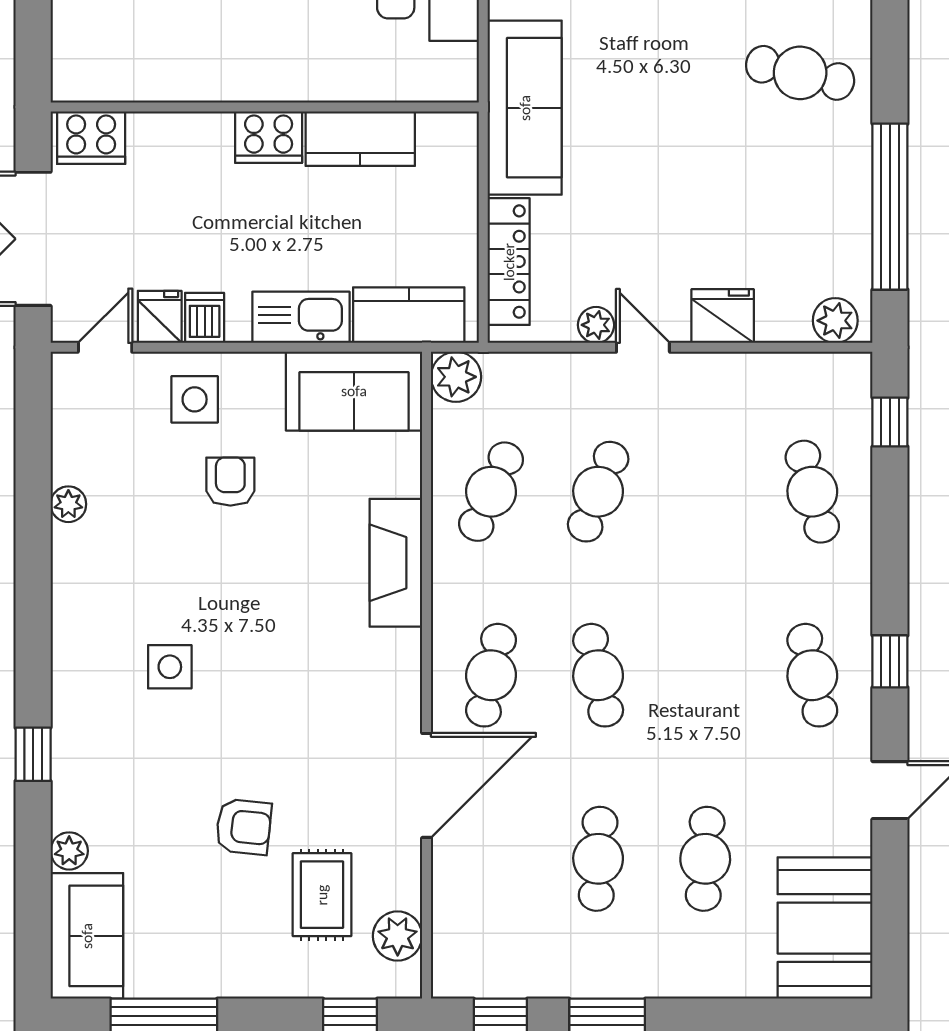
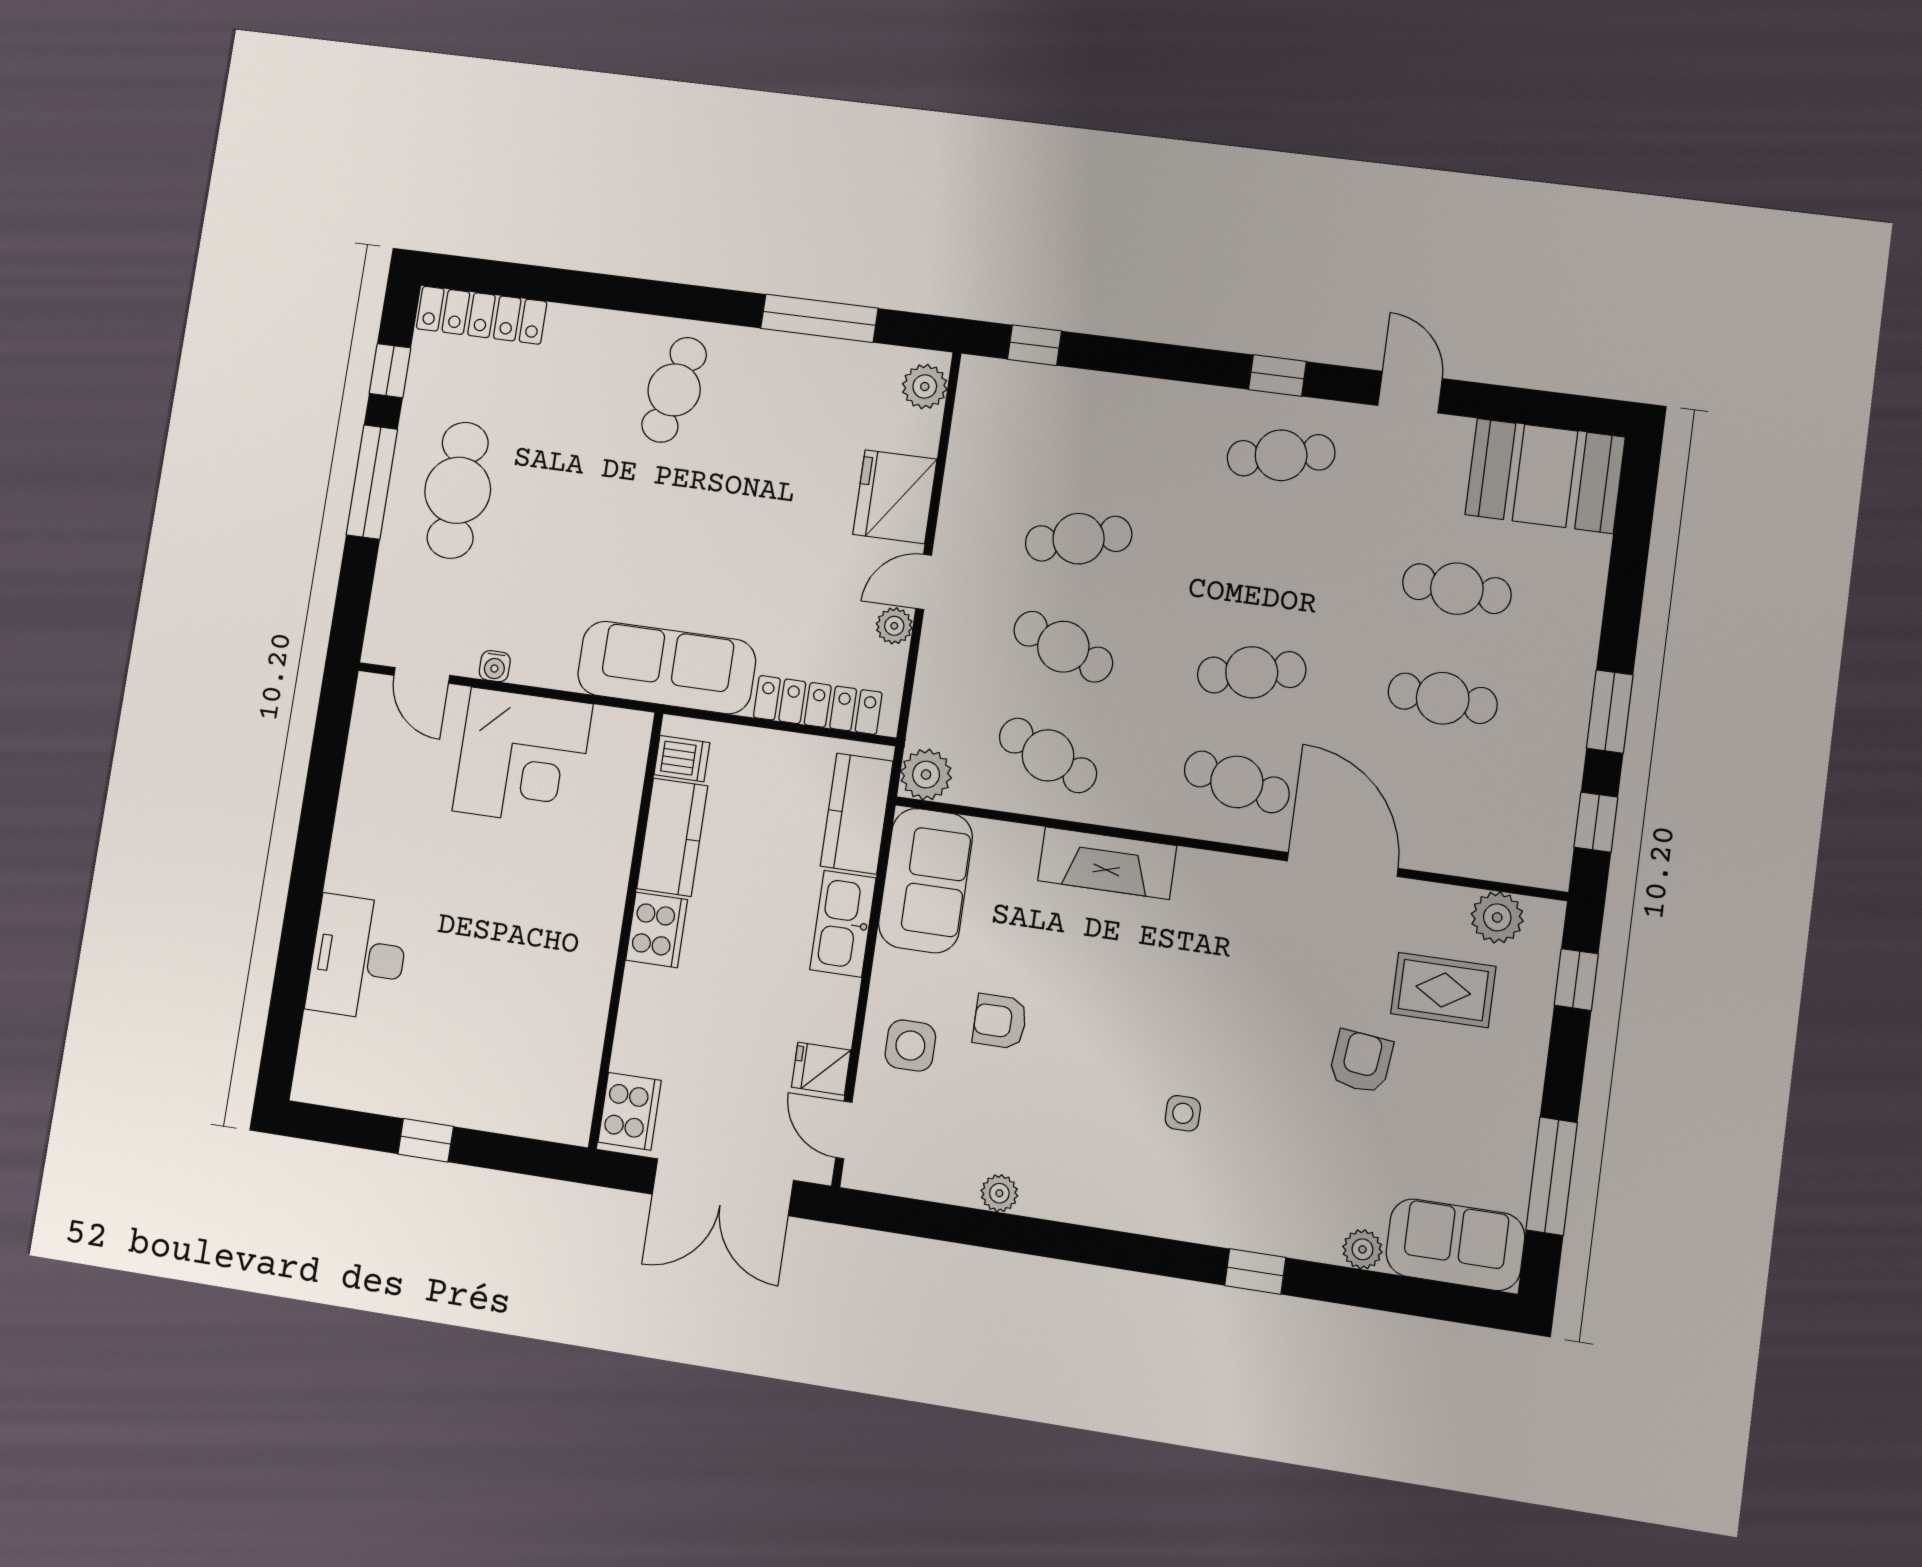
window: (890, 207) -> (819, 318), width x0.68
fridge: (723, 316) -> (895, 497), width x1.36, depth x1.34
dishwasher: (205, 318) -> (682, 759), moved, turned 180
cafe table: (812, 492) -> (1079, 539), moved
side table: (170, 667) -> (1183, 1113), width x0.73, depth x0.73

